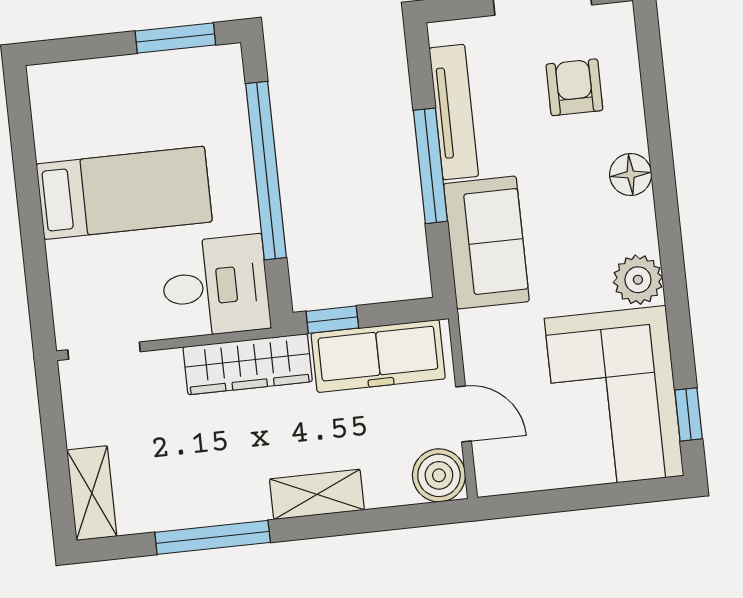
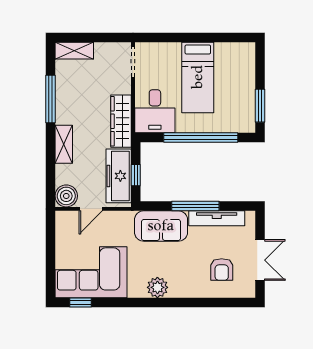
armchair: (574, 87) -> (222, 270), turned 90
floor lamp: (631, 174) -> (183, 289), removed
plant: (638, 280) -> (157, 287), moved
window: (332, 320) -> (136, 175), moved

